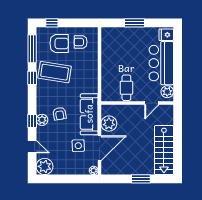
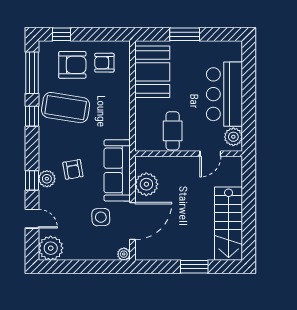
fridge: (166, 35) -> (232, 52), removed
booth: (113, 48) -> (152, 72), added

